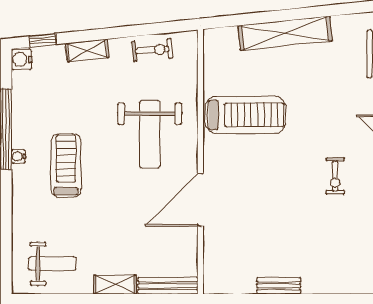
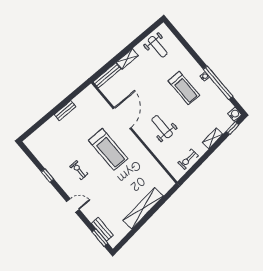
treadmill: (246, 115) -> (108, 149), moved, turned -90
weight bench: (150, 134) -> (162, 127), width x0.73, depth x0.75
weight bench: (52, 264) -> (158, 47), turned -90

